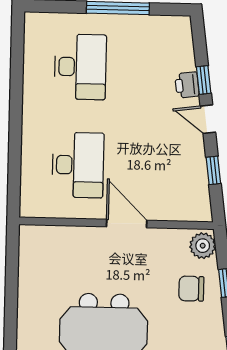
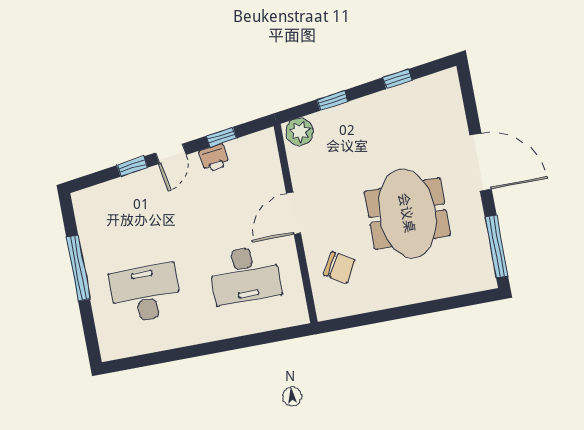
printer: (187, 85) -> (214, 158), moved
desk: (78, 165) -> (245, 275), turned 180
chair: (191, 289) -> (340, 267), moved, turned -60

